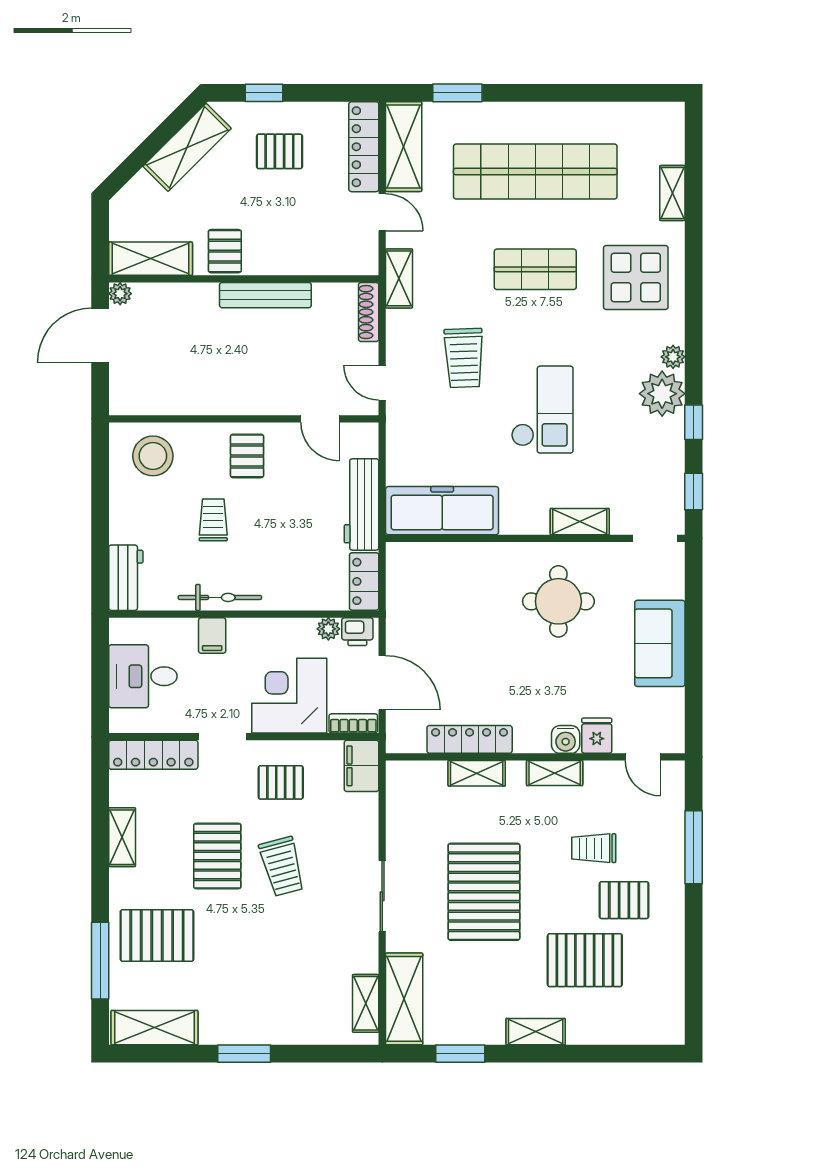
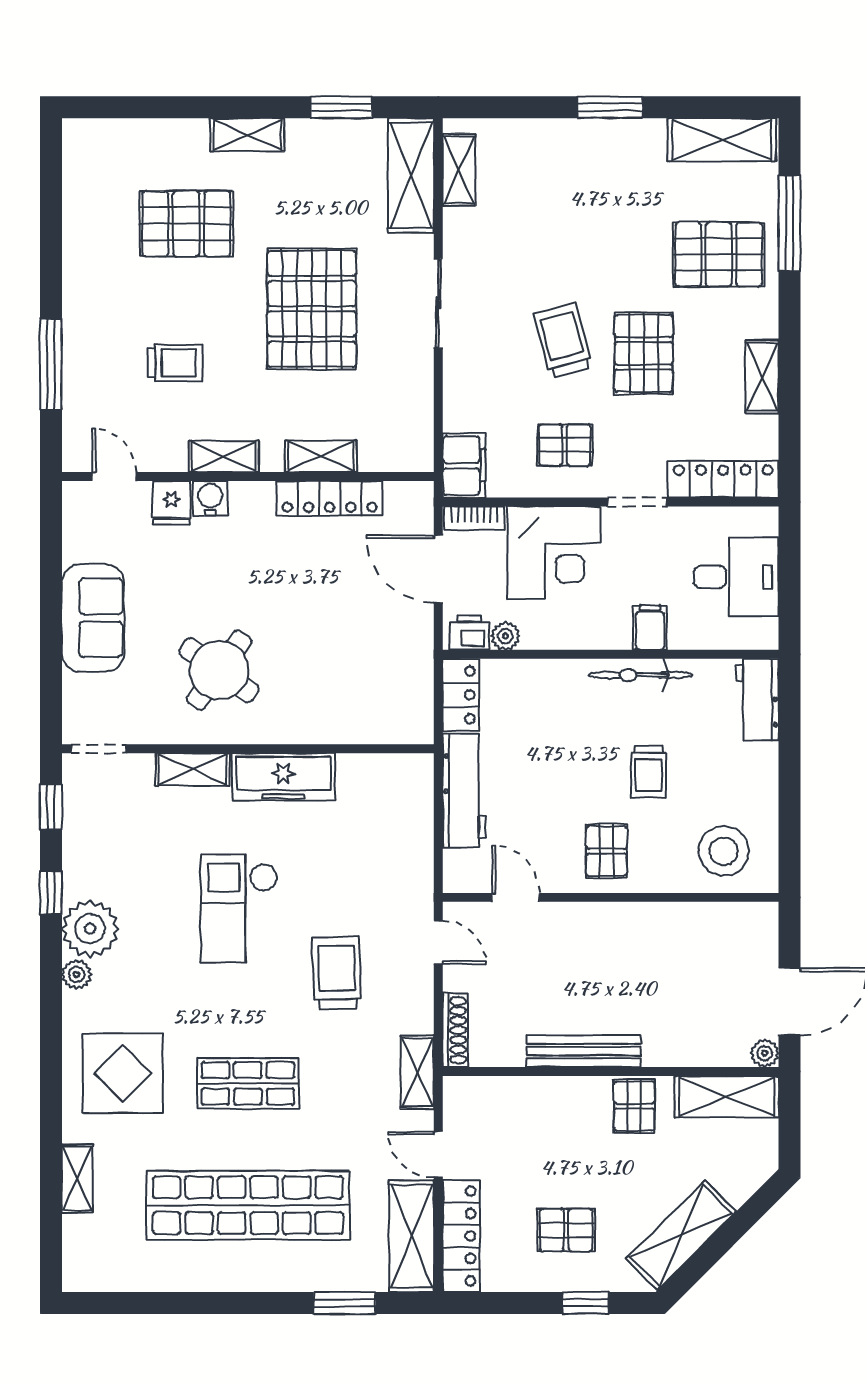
freezer: (442, 511) -> (284, 777), moved, width x0.73, depth x0.79
round table: (558, 601) -> (219, 670), turned 36
pallet: (624, 900) -> (137, 298), removed

